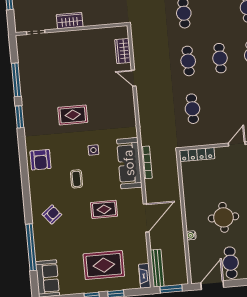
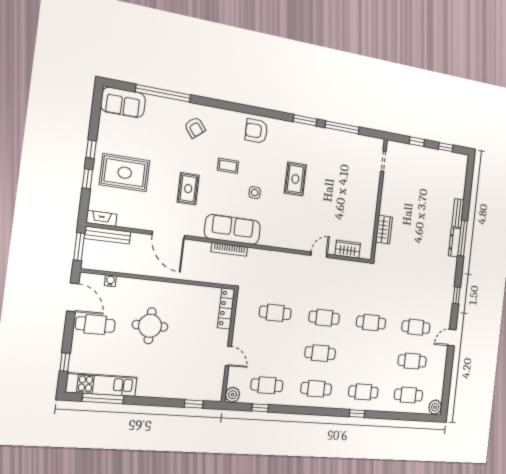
wardrobe: (70, 21) -> (384, 230), moved
water cooler: (191, 235) -> (110, 281), moved
rug: (104, 265) -> (125, 173), turned 90

